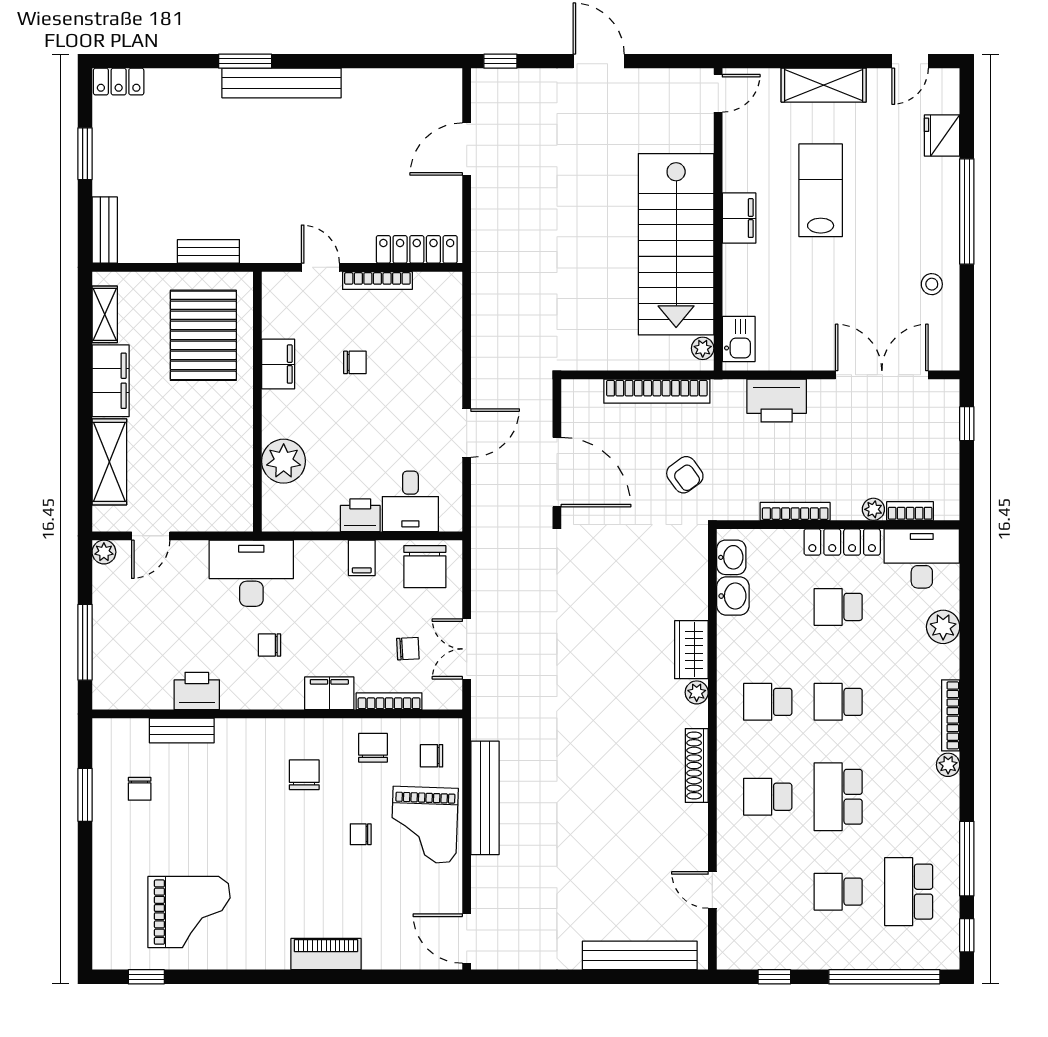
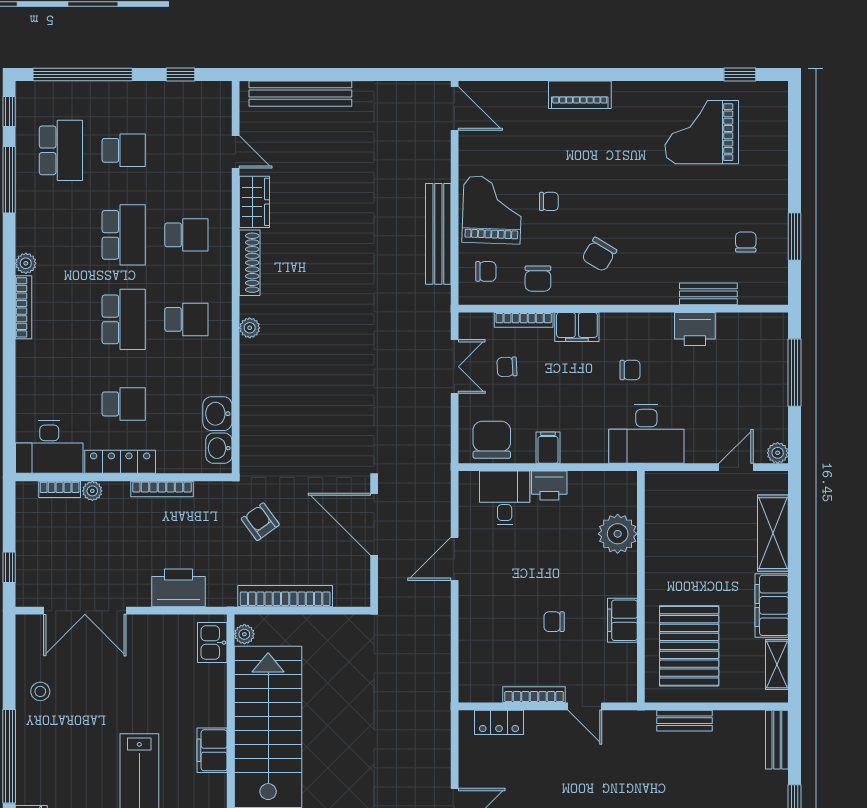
locker: (417, 249) -> (499, 722), width x0.66
plant: (943, 627) -> (30, 386), removed
wardrobe: (691, 650) -> (254, 202), moved
school desk: (838, 702) -> (124, 319), width x1.85
chair: (304, 775) -> (599, 254), turned 31

